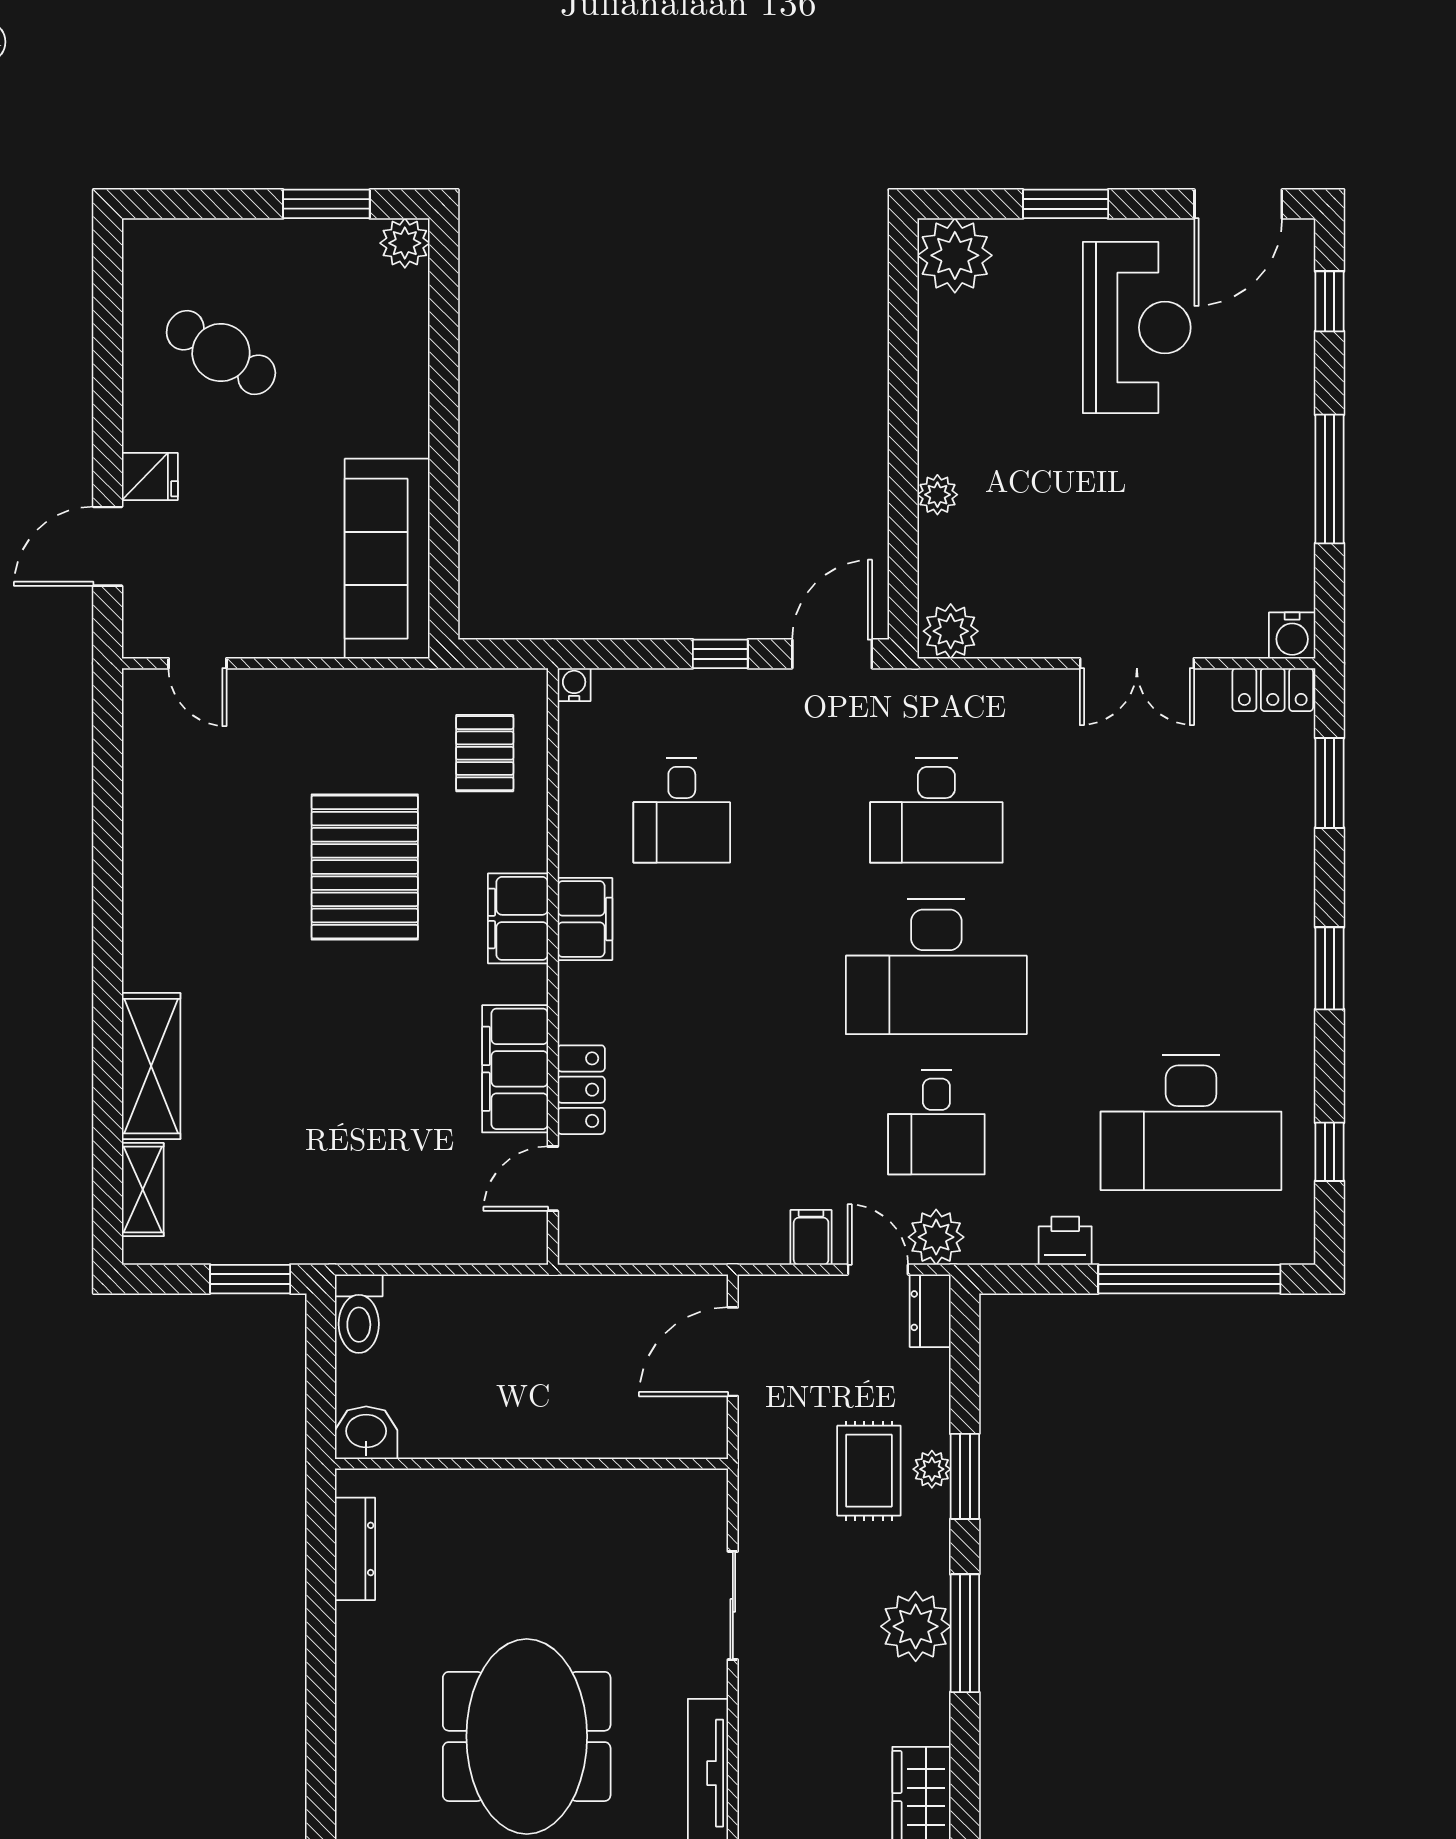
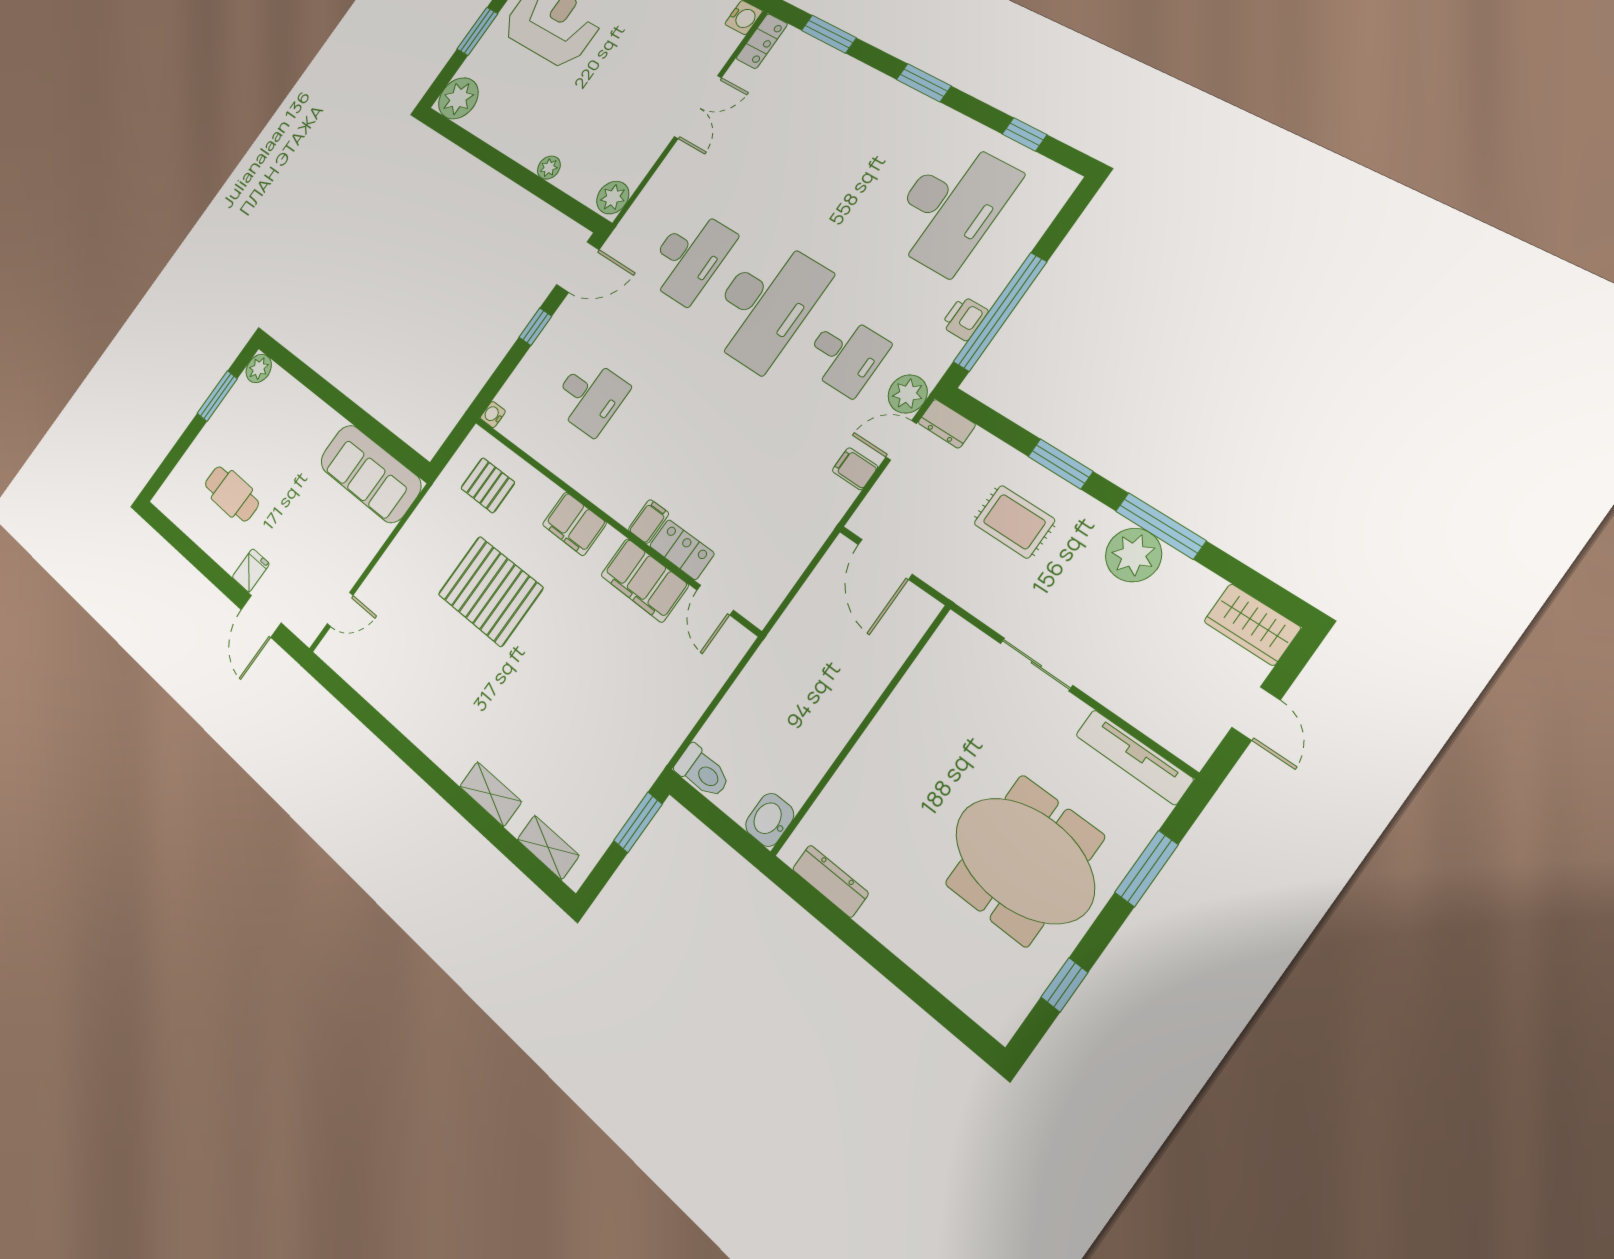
cafe table: (221, 353) -> (232, 494), turned 59
door: (832, 654) -> (578, 267), swing flipped
filing cabinet: (585, 919) -> (649, 521), moved, width x0.50
shelving: (151, 1066) -> (491, 794), width x0.67, depth x0.75
window: (1189, 1279) -> (1000, 312), moved
plant: (932, 1469) -> (1041, 482), removed

